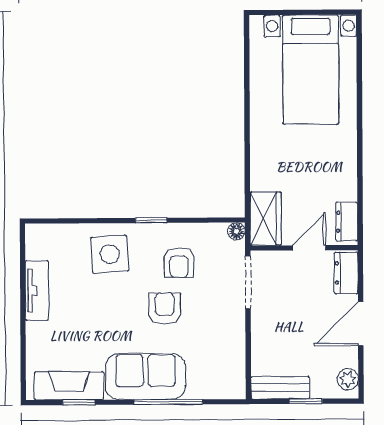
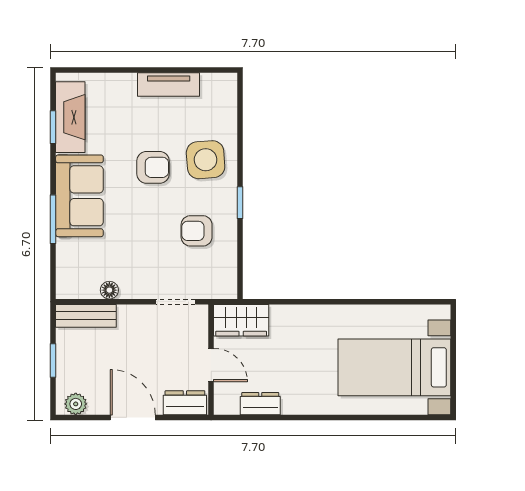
dresser: (347, 222) -> (260, 404), moved
floor lamp: (236, 231) -> (109, 290), moved
doorway: (248, 282) -> (176, 302), width x0.73
armchair: (165, 308) -> (153, 167), moved
bench: (280, 388) -> (86, 316), moved, turned 90
window: (168, 402) -> (53, 219), width x0.69

